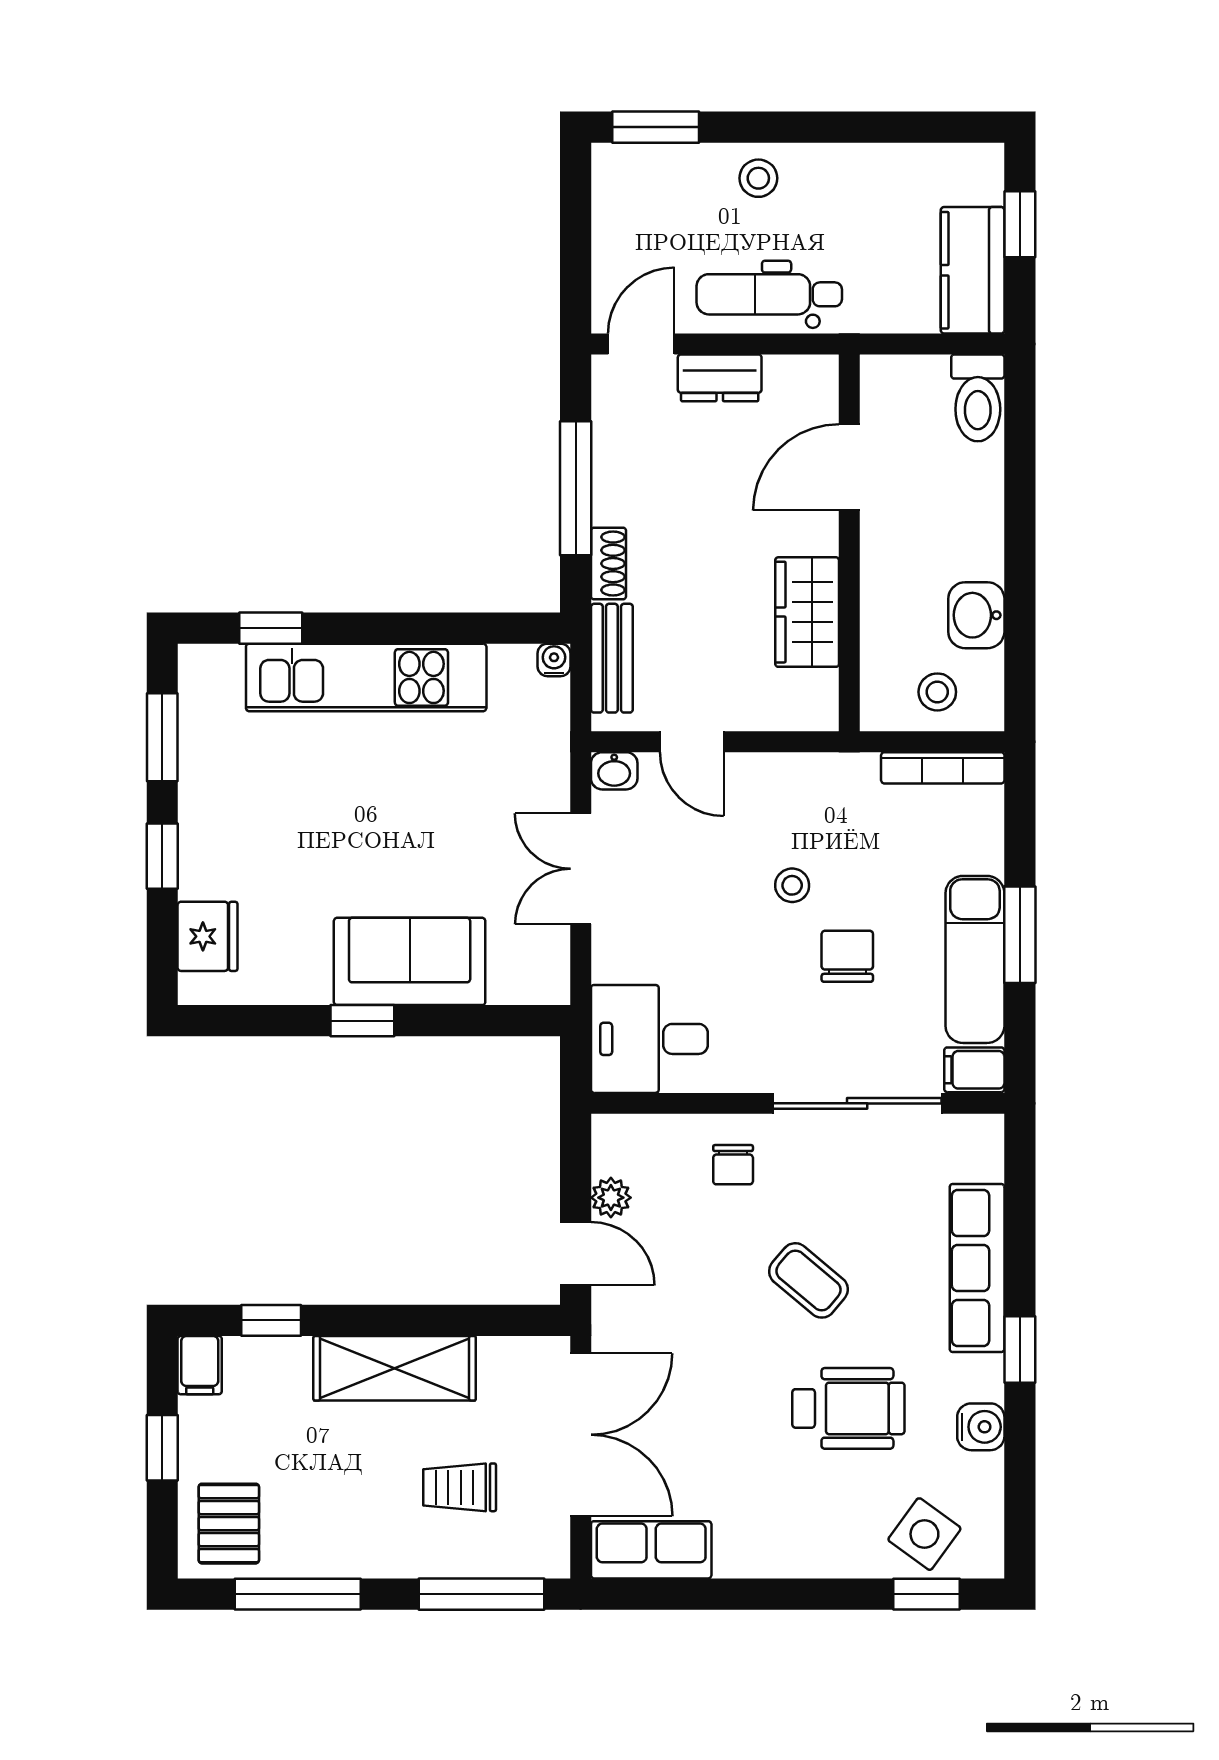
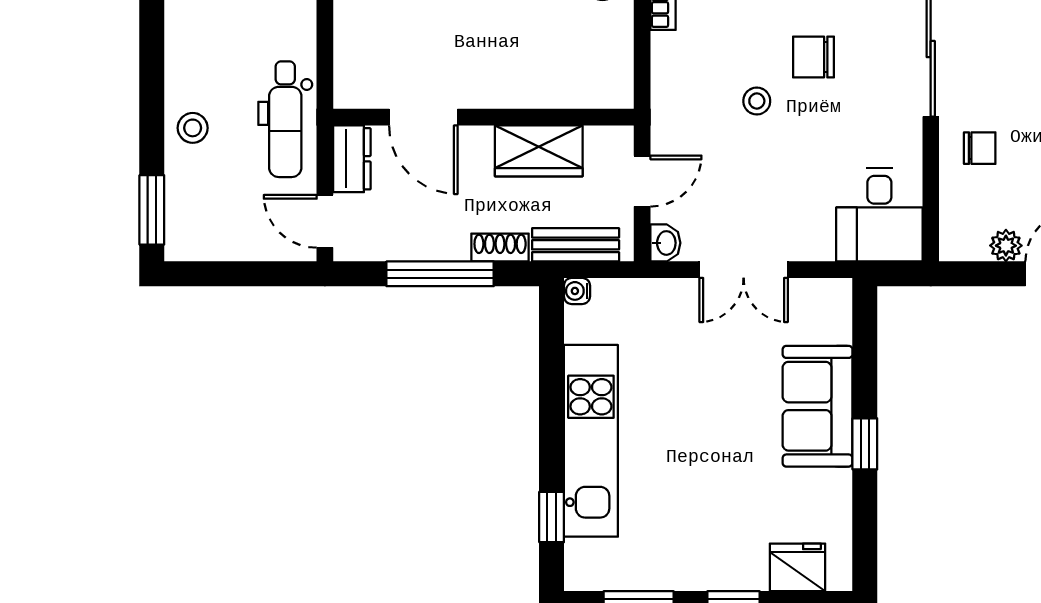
door: (849, 467) -> (423, 117), moved
wall: (849, 543) -> (484, 117), moved
wardrobe: (807, 612) -> (539, 151), moved

